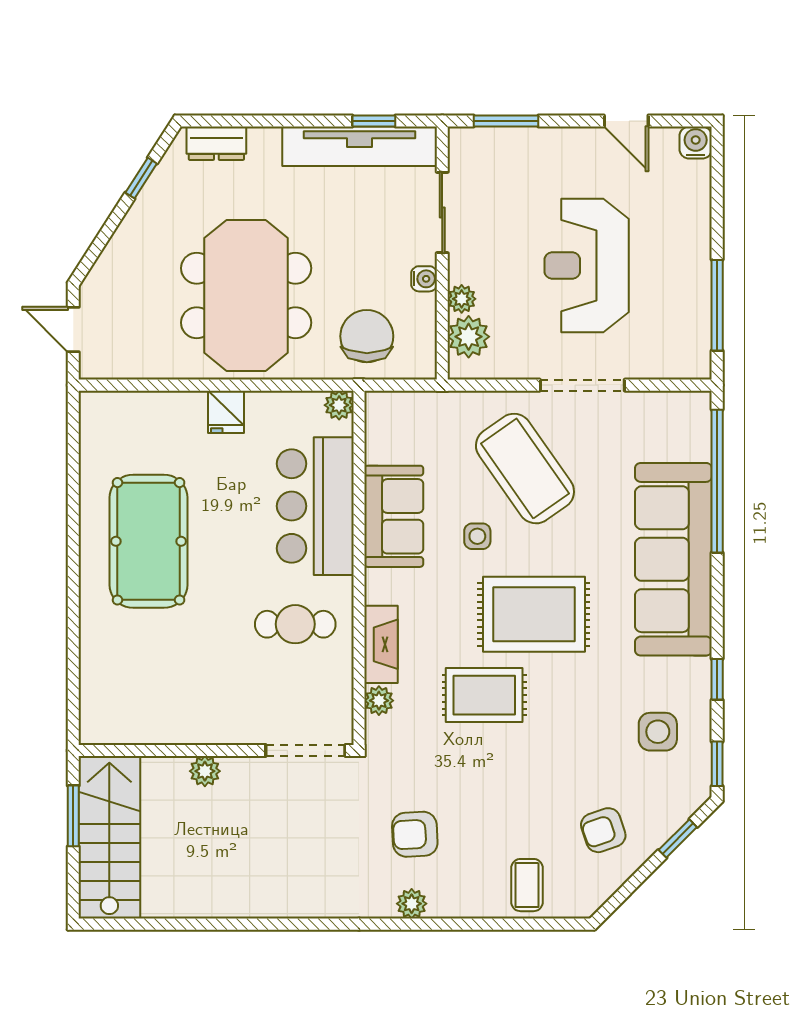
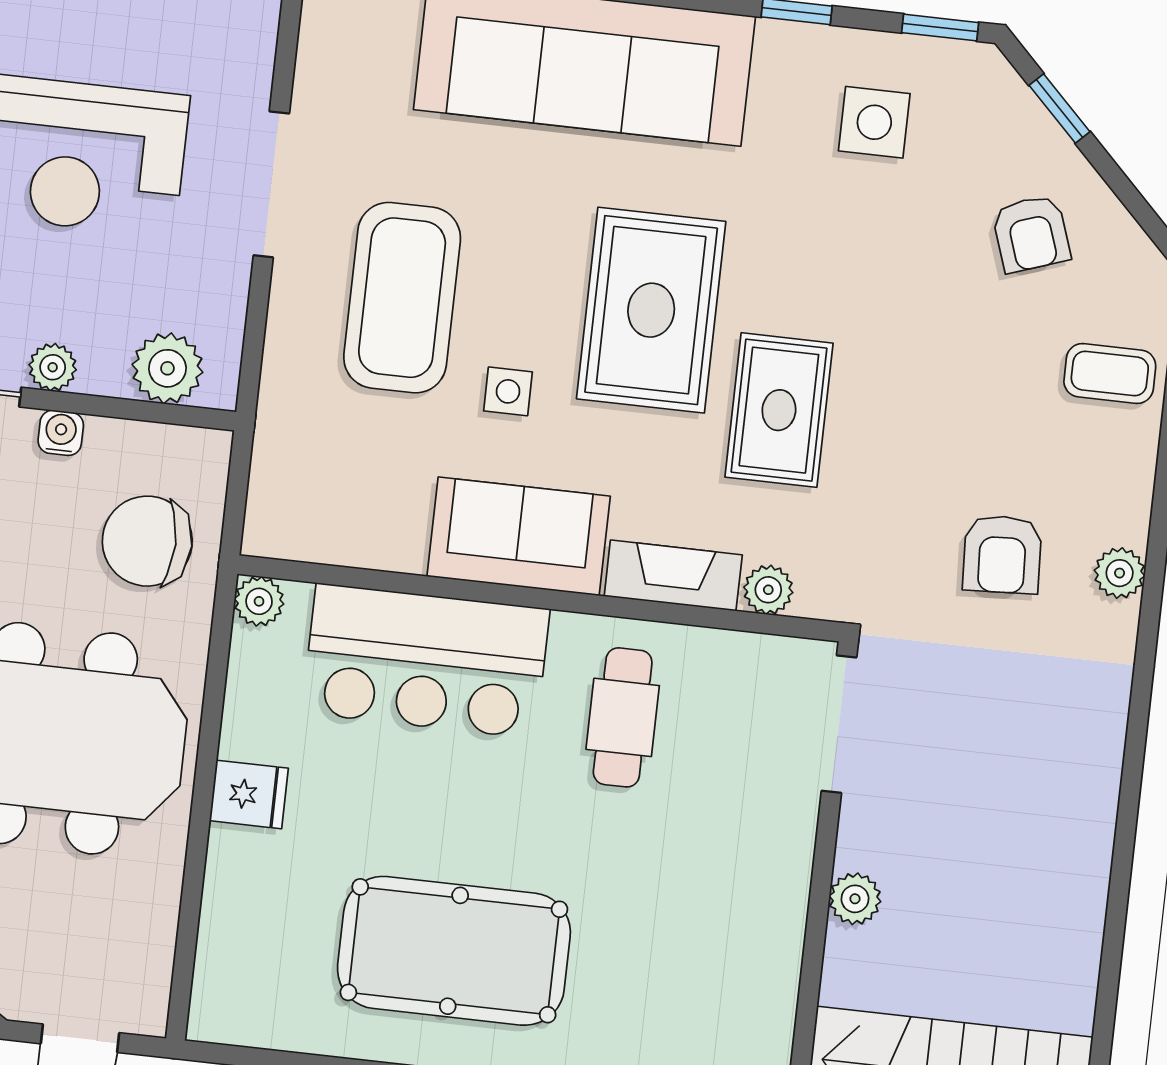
plant: (462, 299) -> (53, 367), moved
coffee table: (525, 469) -> (402, 298), turned -55
sofa: (394, 516) -> (519, 536), moved

